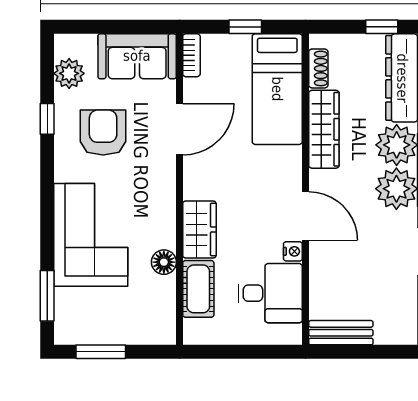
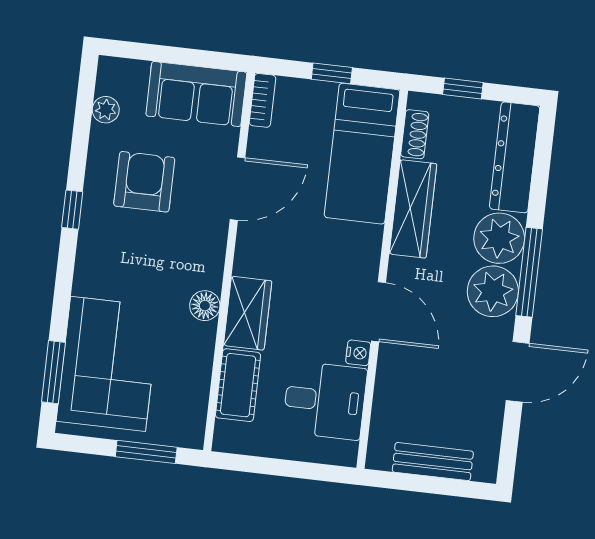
window: (382, 27) -> (463, 89), moved
plant: (69, 73) -> (106, 110), width x0.73, depth x0.73
window: (47, 119) -> (72, 210), moved
corner sofa: (91, 235) -> (108, 364), moved
floor lamp: (164, 262) -> (205, 306), moved
bench: (341, 333) -> (433, 462), moved
window: (101, 352) -> (146, 452), moved

